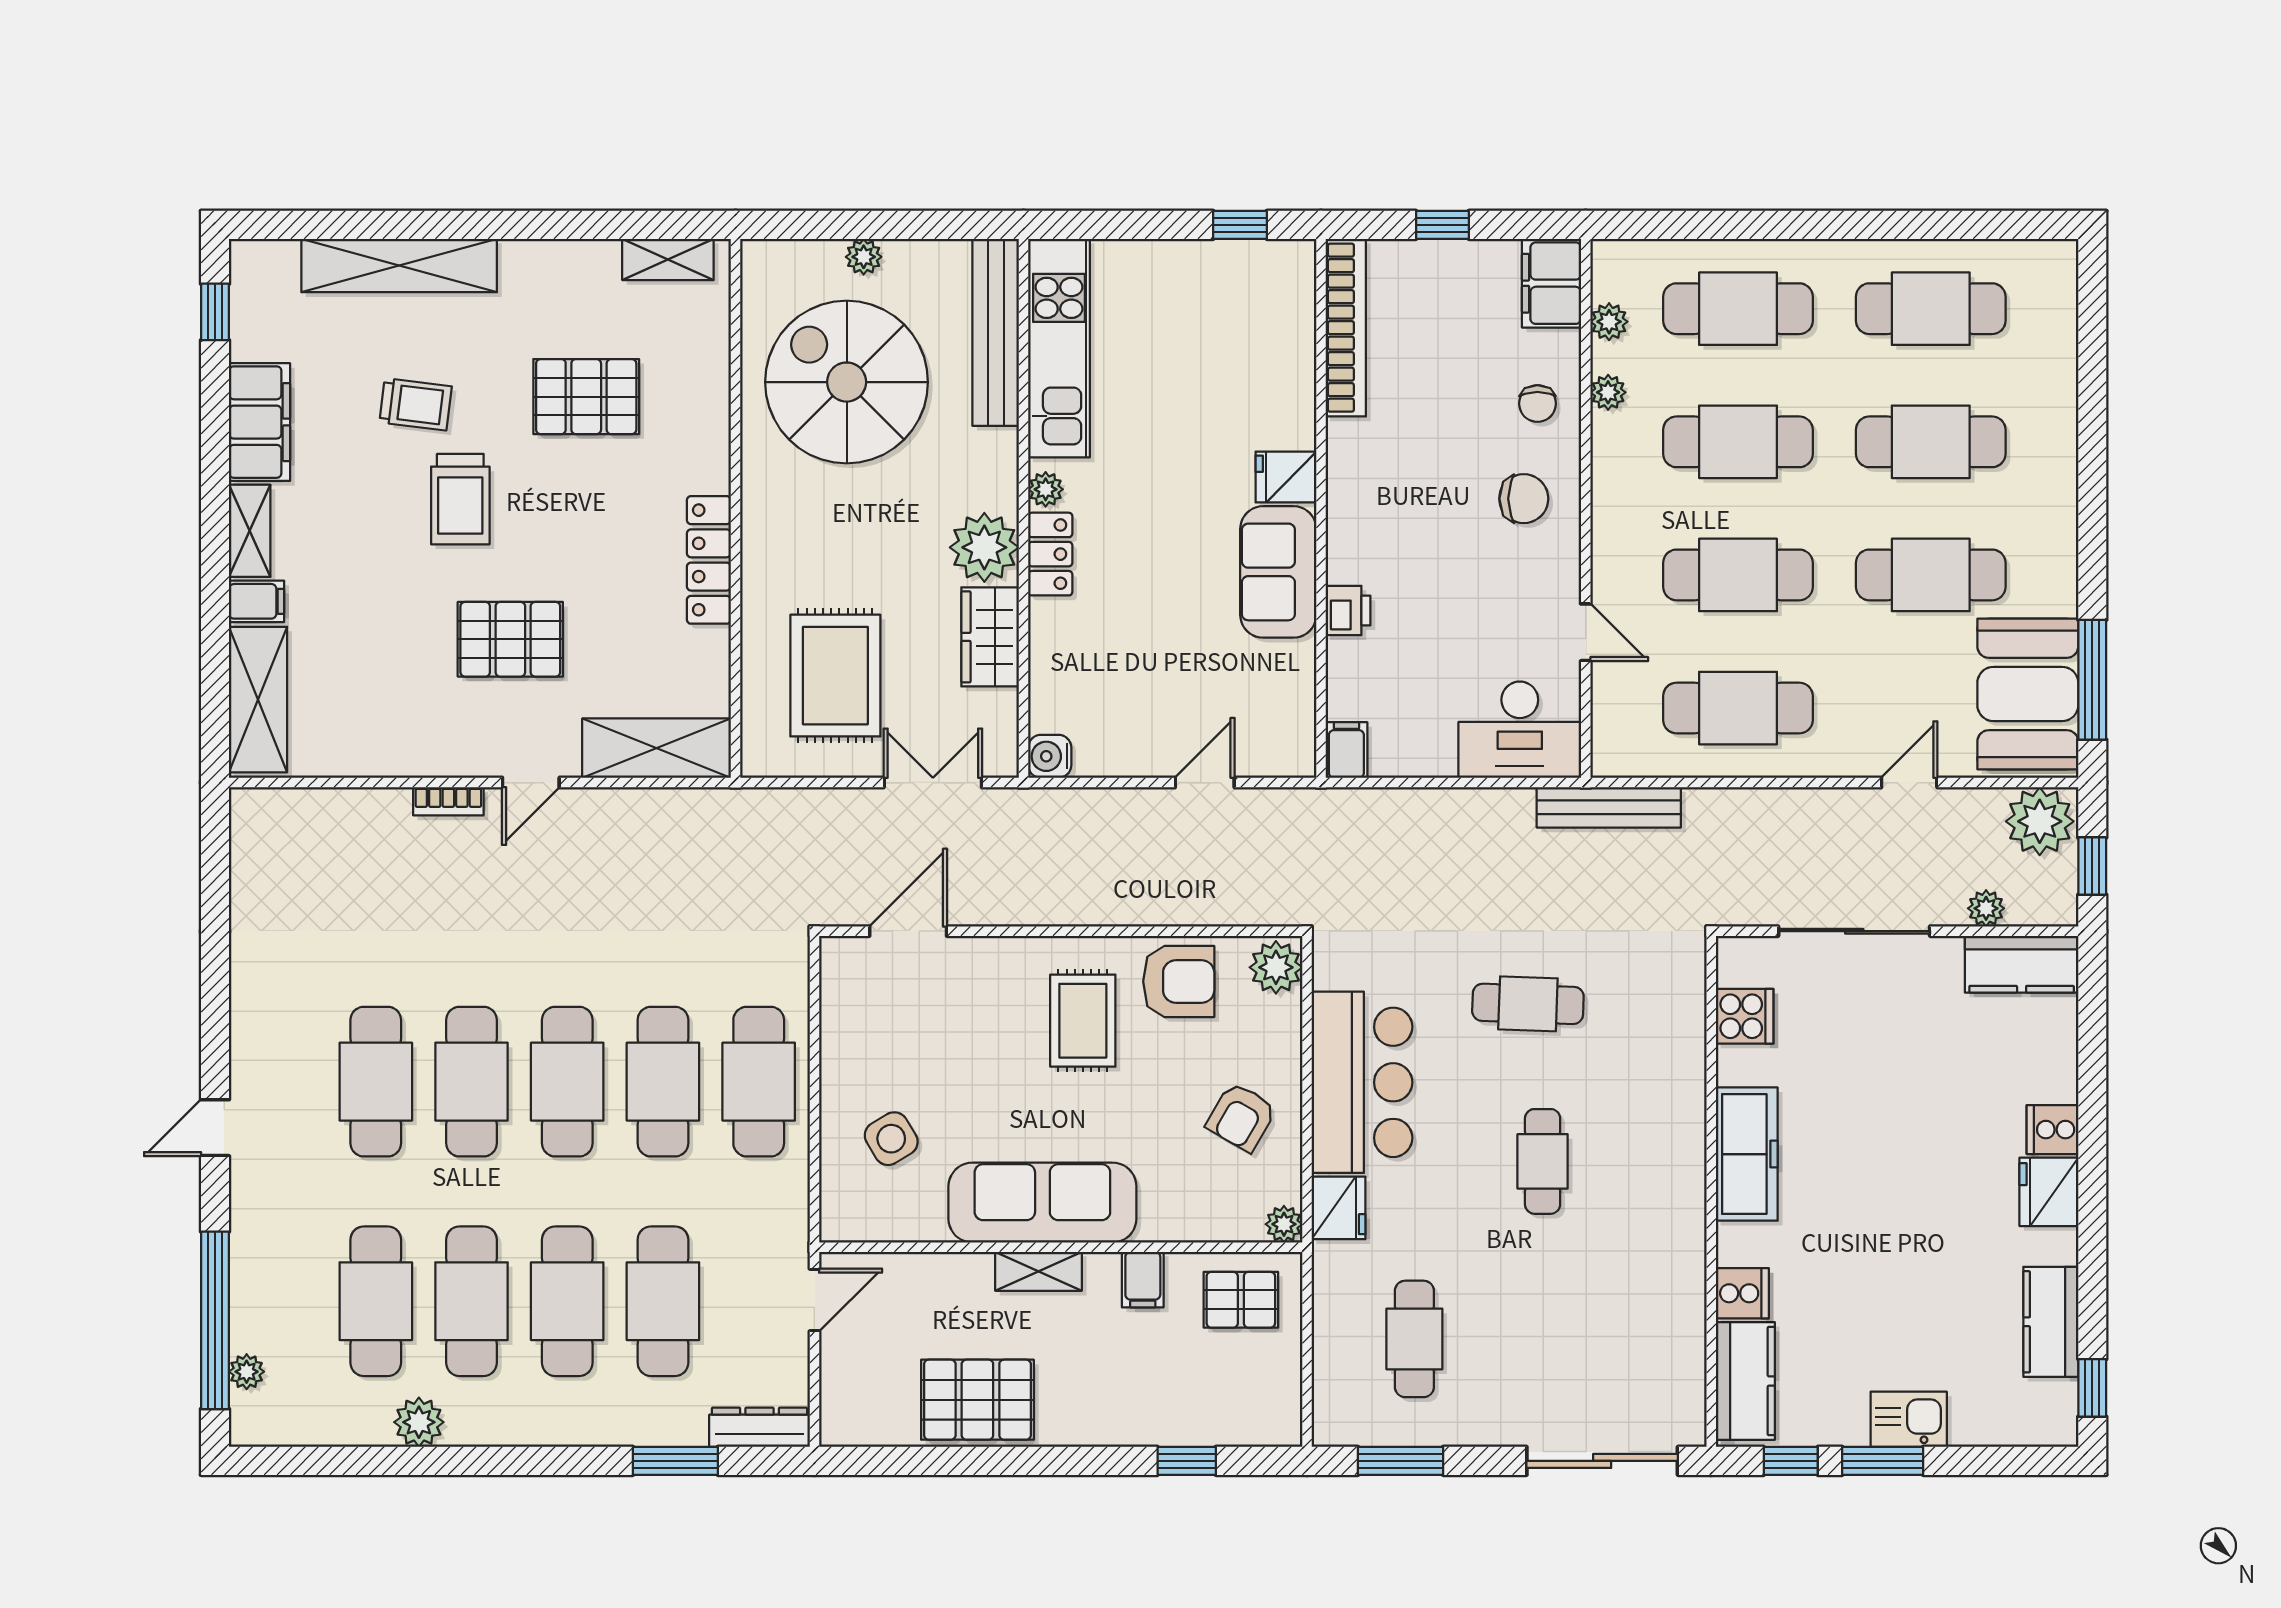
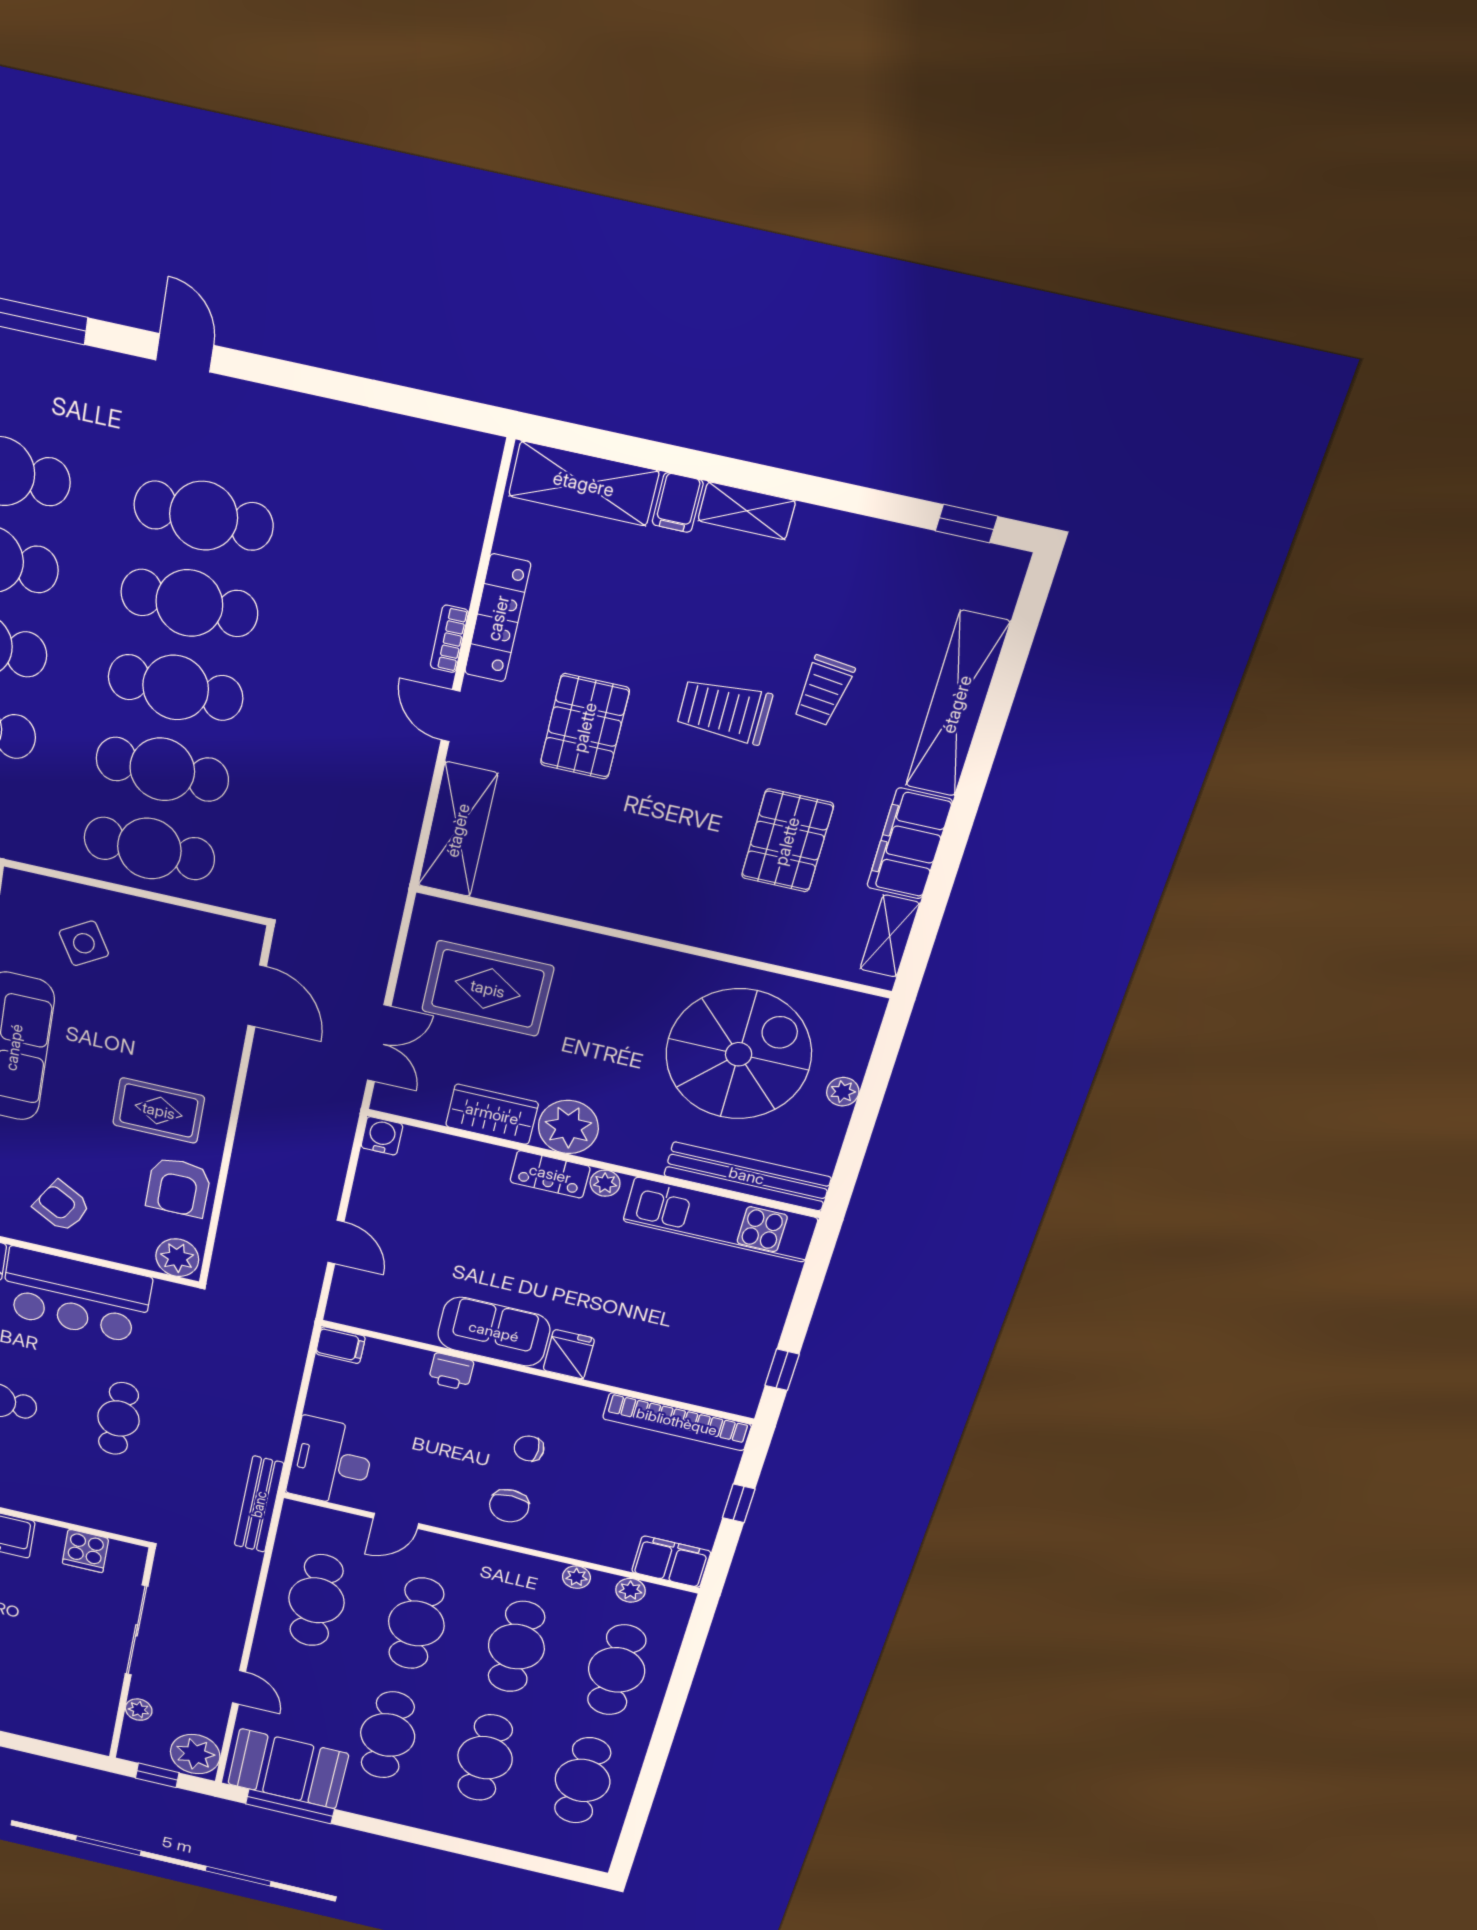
chair: (1537, 404) -> (529, 1448), moved
filing cabinet: (259, 422) -> (909, 844), moved, turned 90
locker: (709, 560) -> (498, 618), moved, turned 90
kitchen counter: (2022, 964) -> (95, 1720), removed

